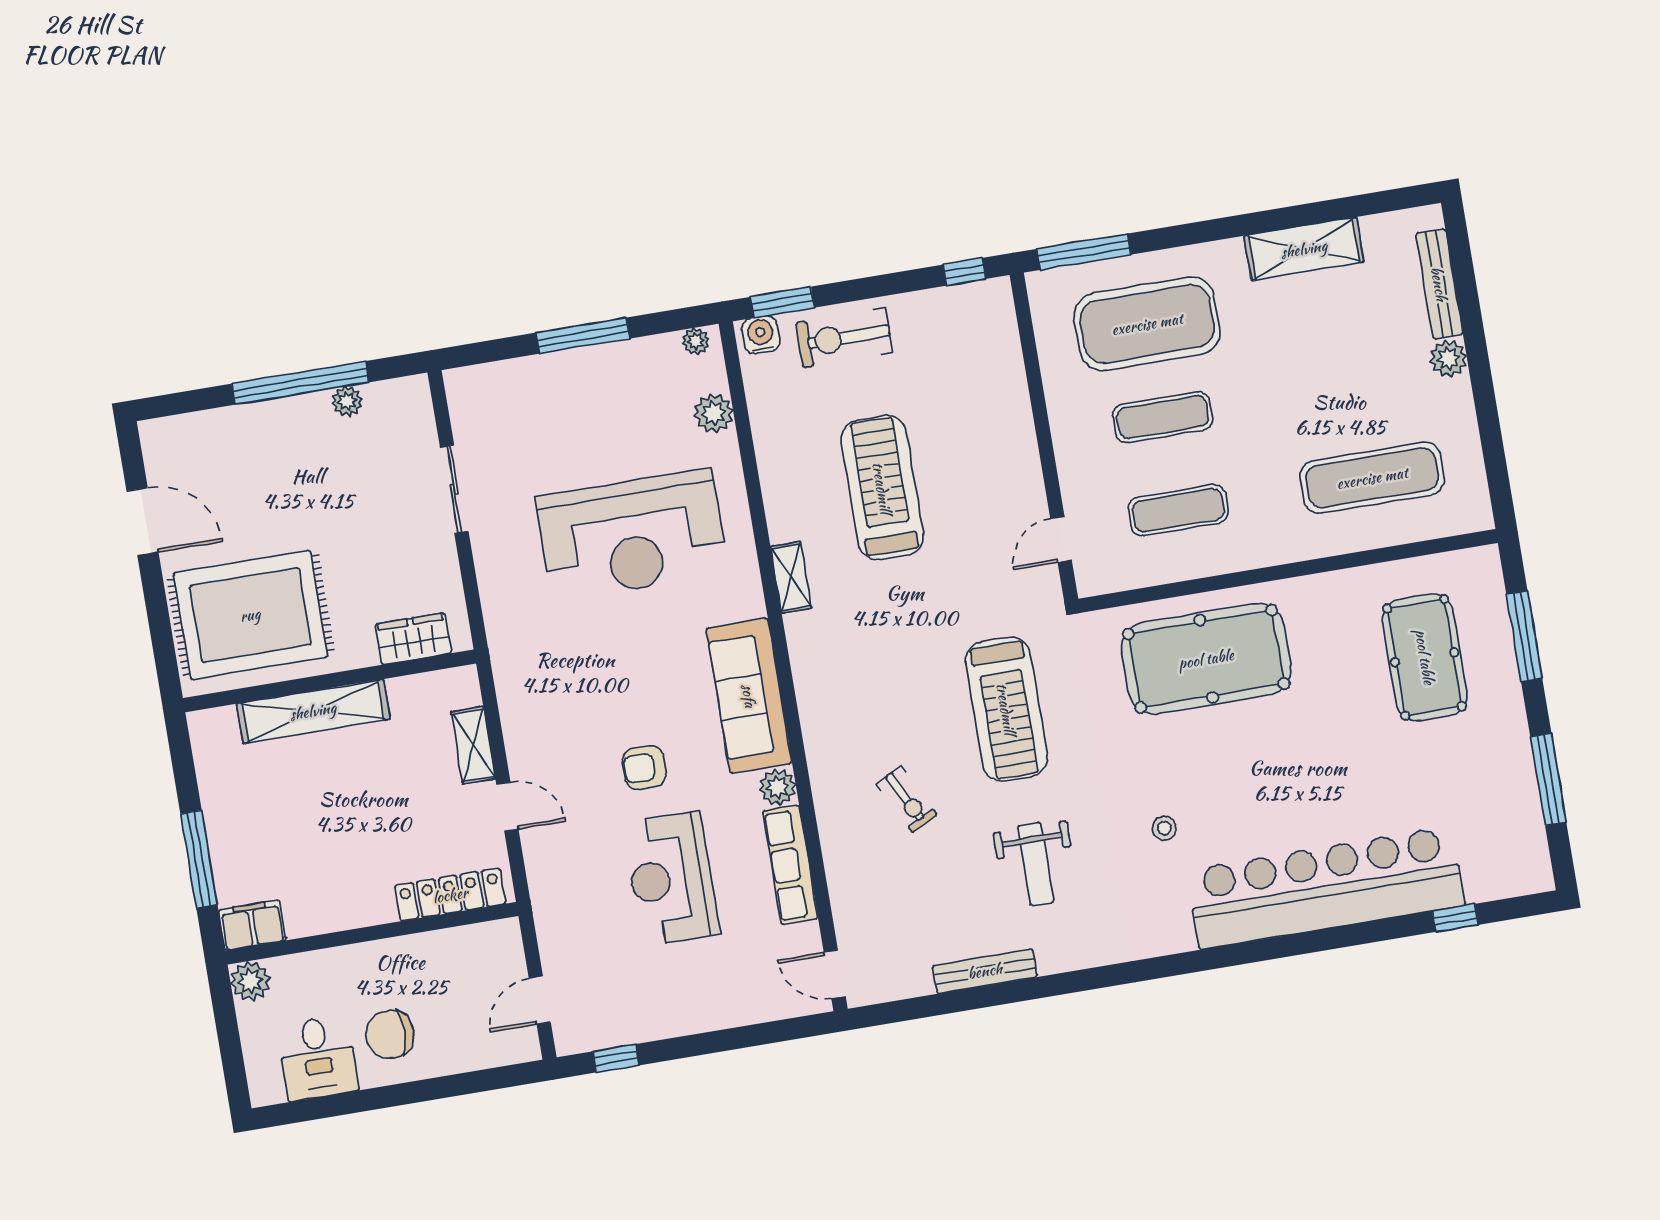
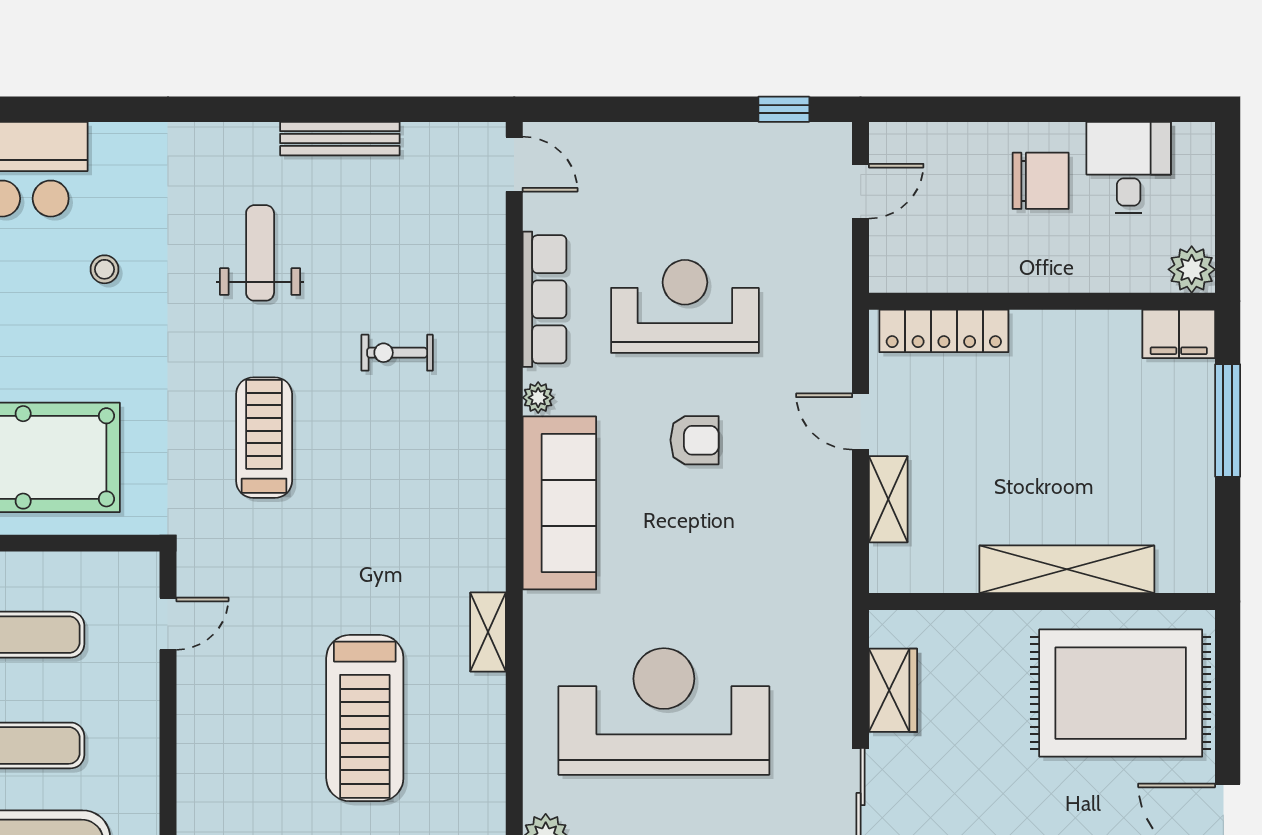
wardrobe: (413, 639) -> (893, 690), moved, turned -90
treadmill: (1006, 709) -> (264, 438), width x0.73, depth x0.73
plant: (778, 787) -> (538, 398), width x0.73, depth x0.73
exercise bike: (907, 799) -> (397, 353), turned -63
reception desk: (671, 879) -> (685, 306), turned -90

